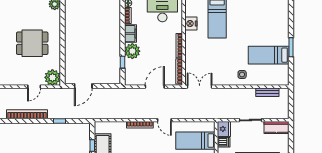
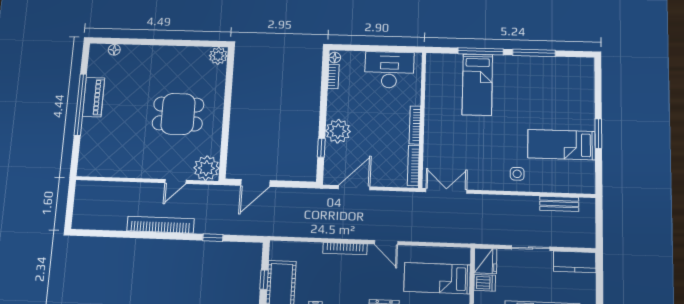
nightstand: (191, 24) -> (435, 92), removed
filing cabinet: (130, 34) -> (336, 104), removed
door: (155, 87) -> (354, 188), moved

